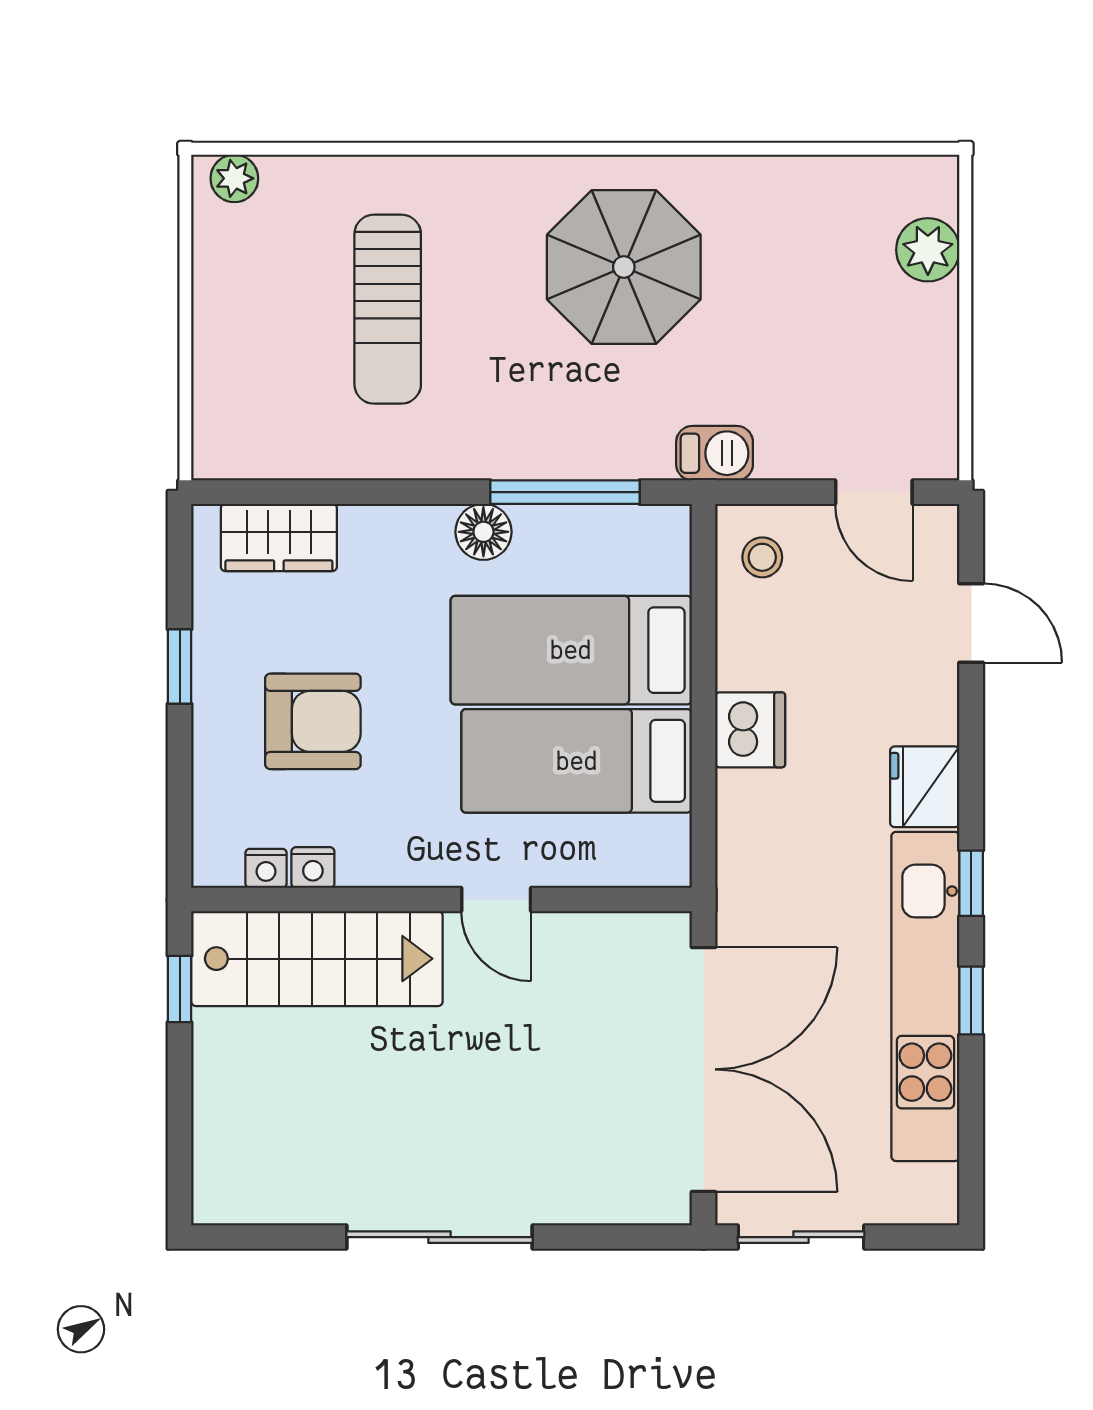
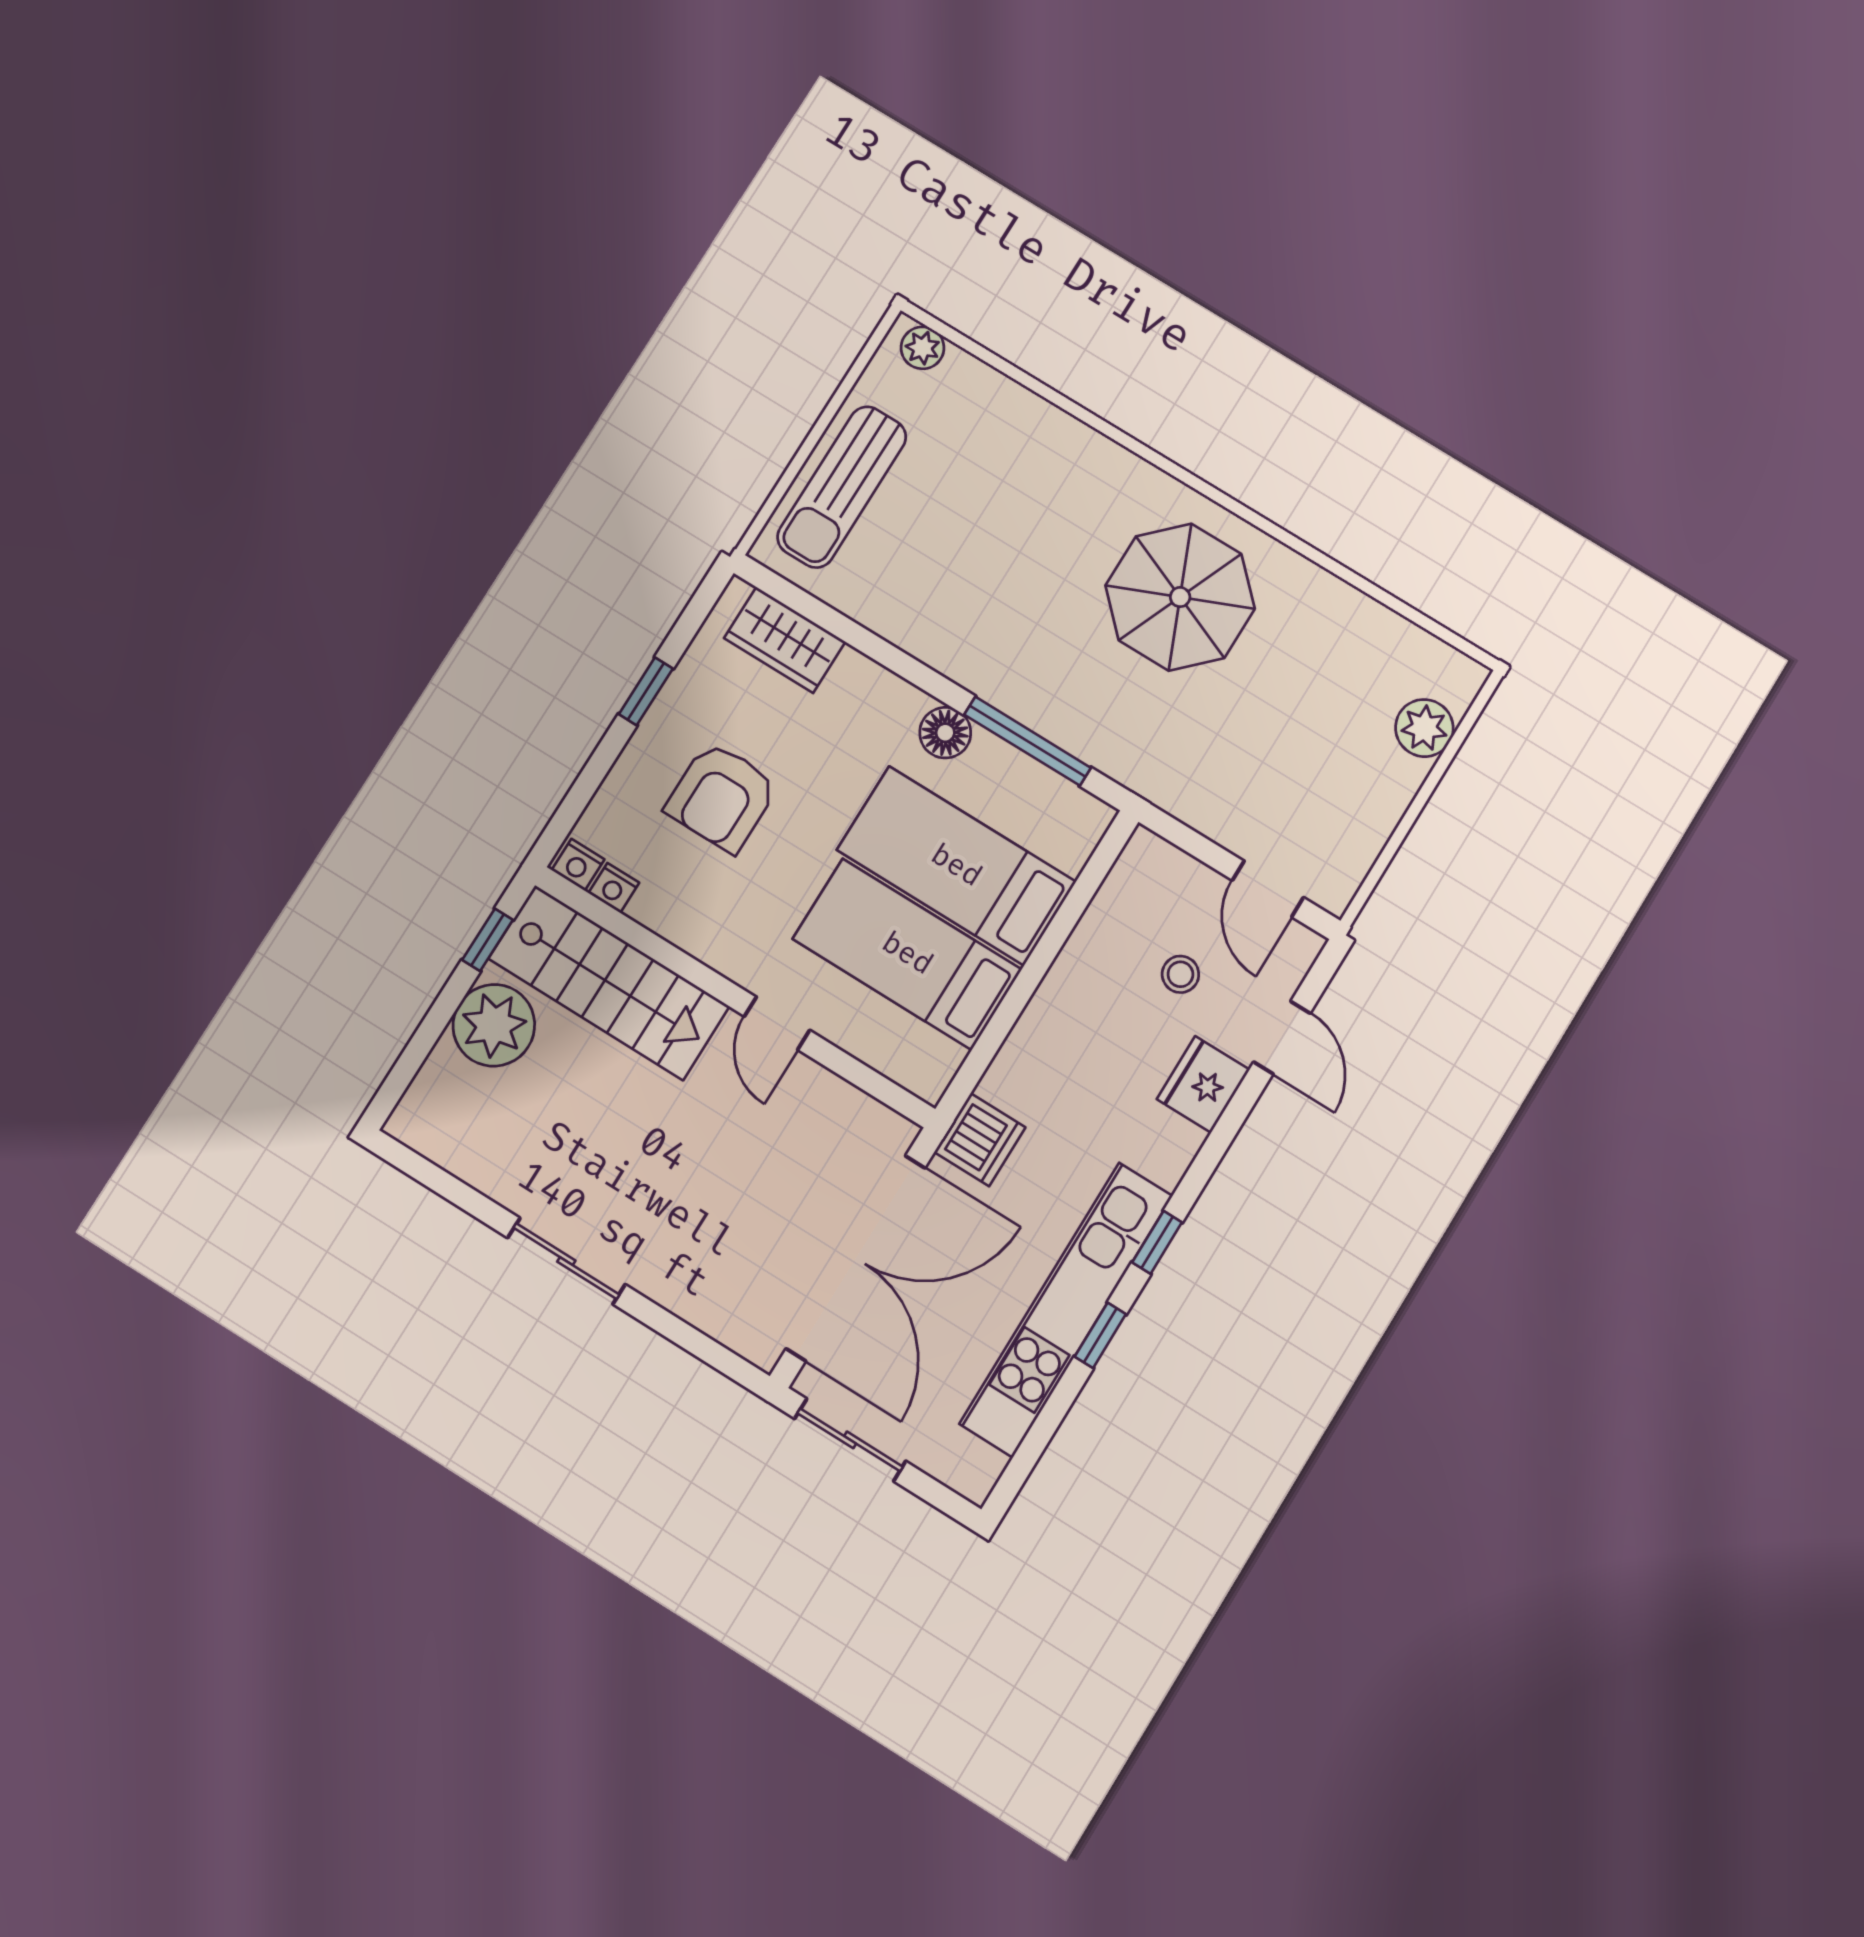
sun lounger: (388, 309) -> (842, 487), moved
barbecue: (715, 453) -> (1162, 783), removed
stool: (762, 557) -> (1180, 974), moved
armchair: (313, 721) -> (722, 797), turned 90
dishwasher: (750, 730) -> (980, 1140), moved
fridge: (925, 787) -> (1203, 1084), moved
nightstand: (313, 868) -> (578, 865), moved
plant: (236, 1064) -> (494, 1025), added
sliding door: (440, 1237) -> (566, 1261), width x0.73

